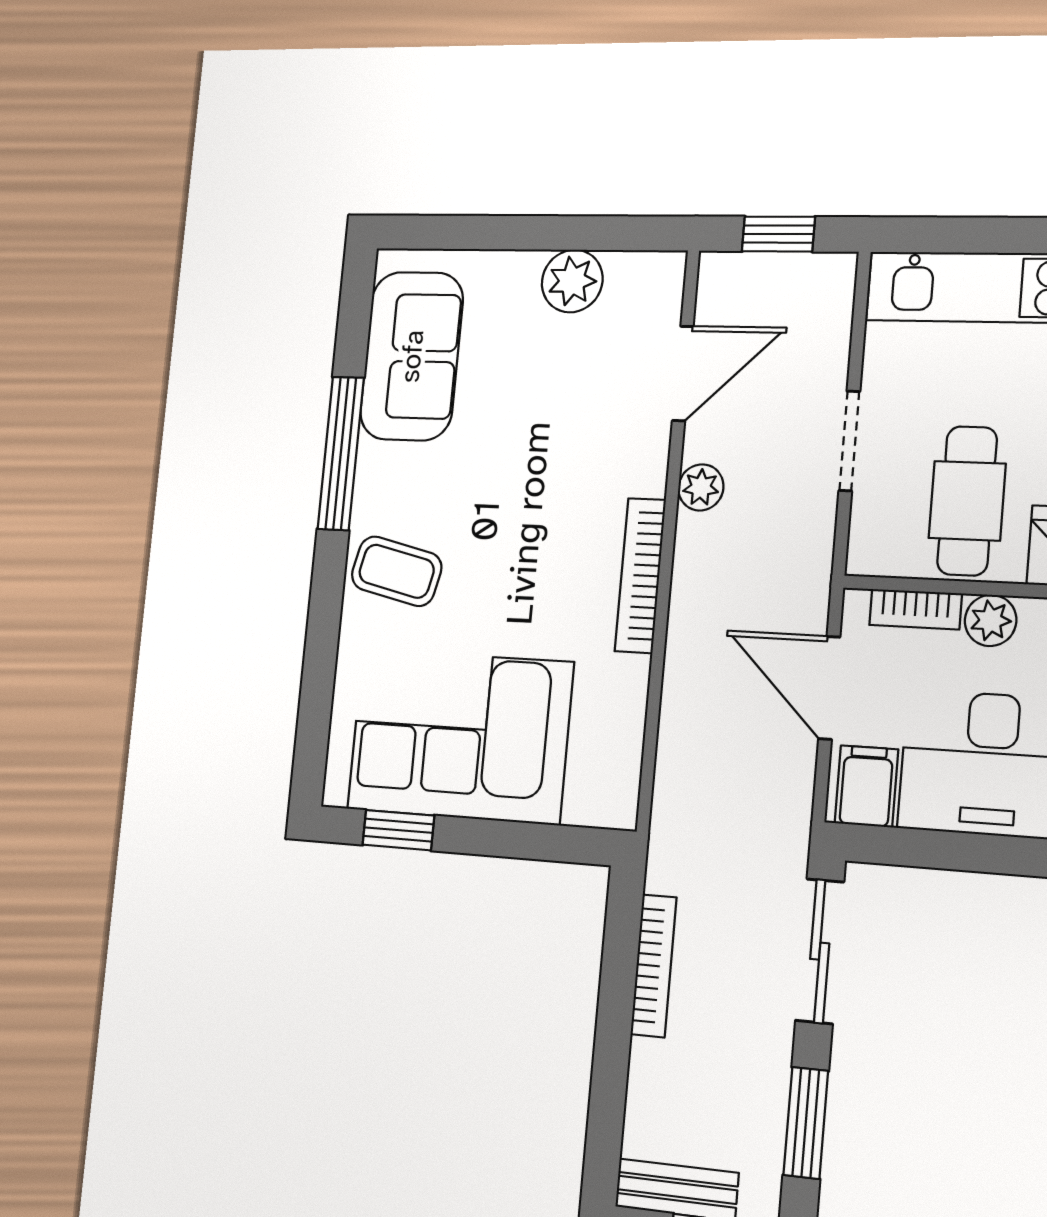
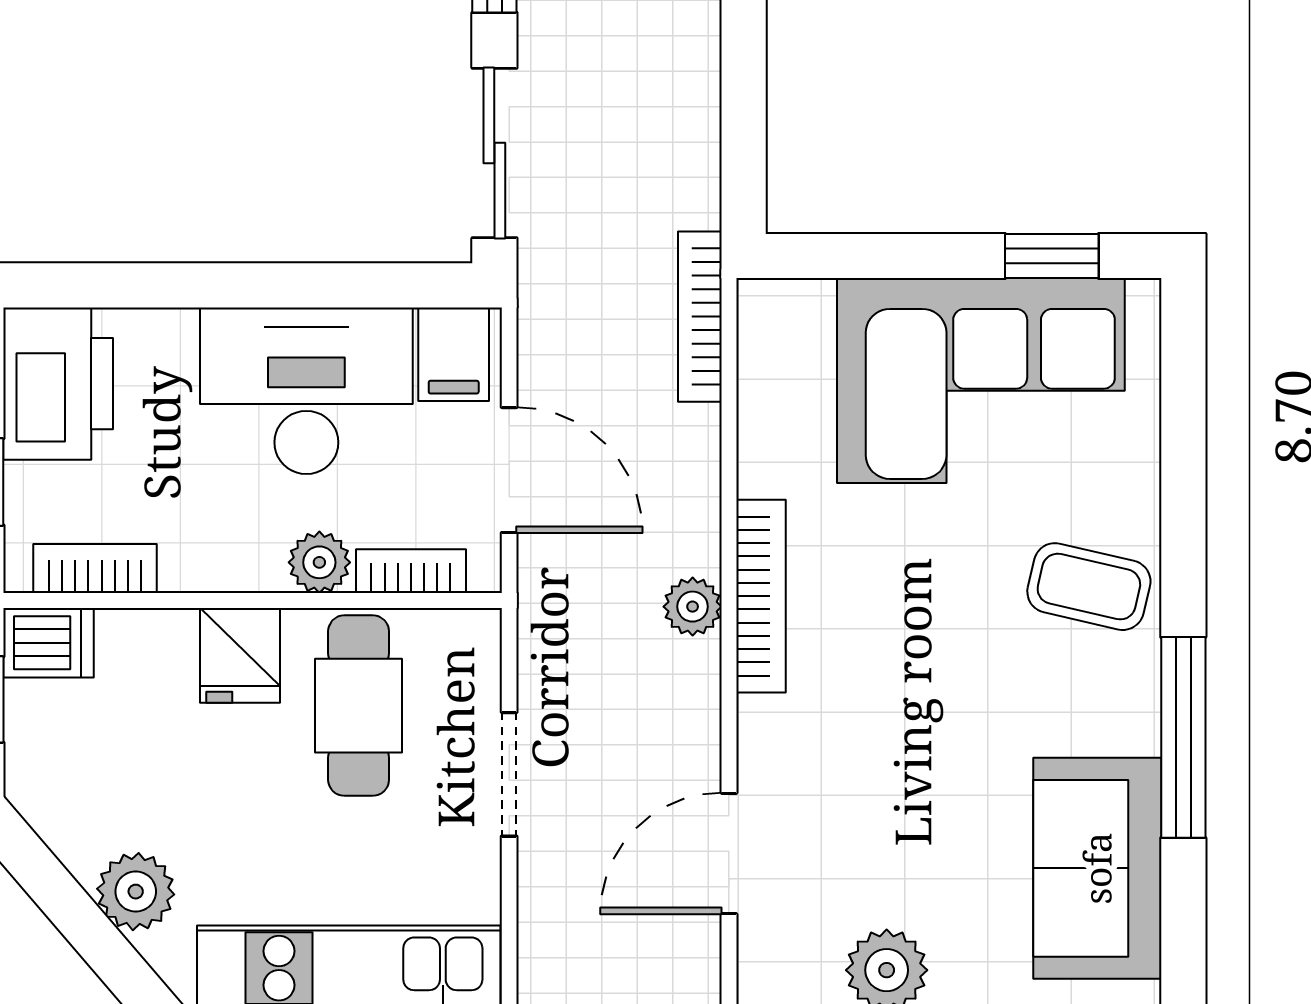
plant: (701, 487) -> (693, 607), moved
bookcase: (654, 966) -> (700, 317), moved

